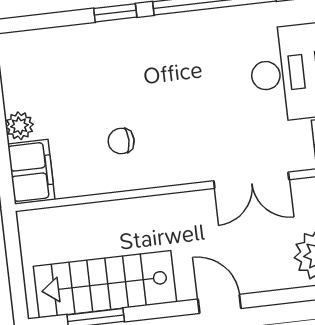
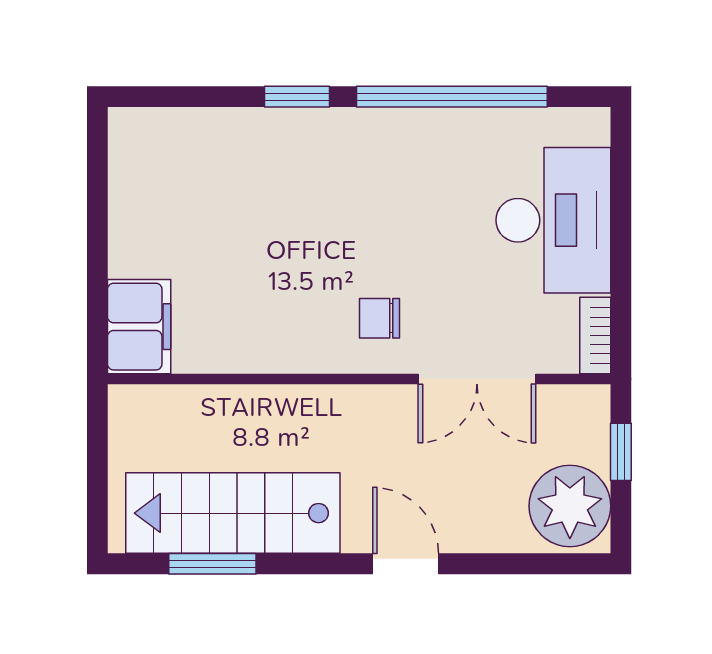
plant: (19, 126) -> (129, 254), removed
chair: (121, 141) -> (379, 318), moved

